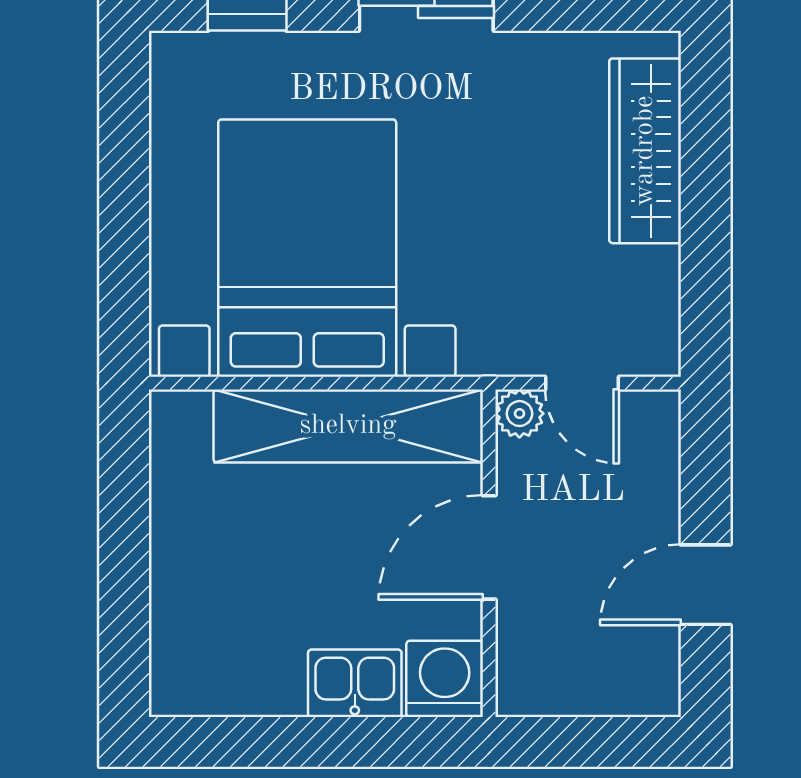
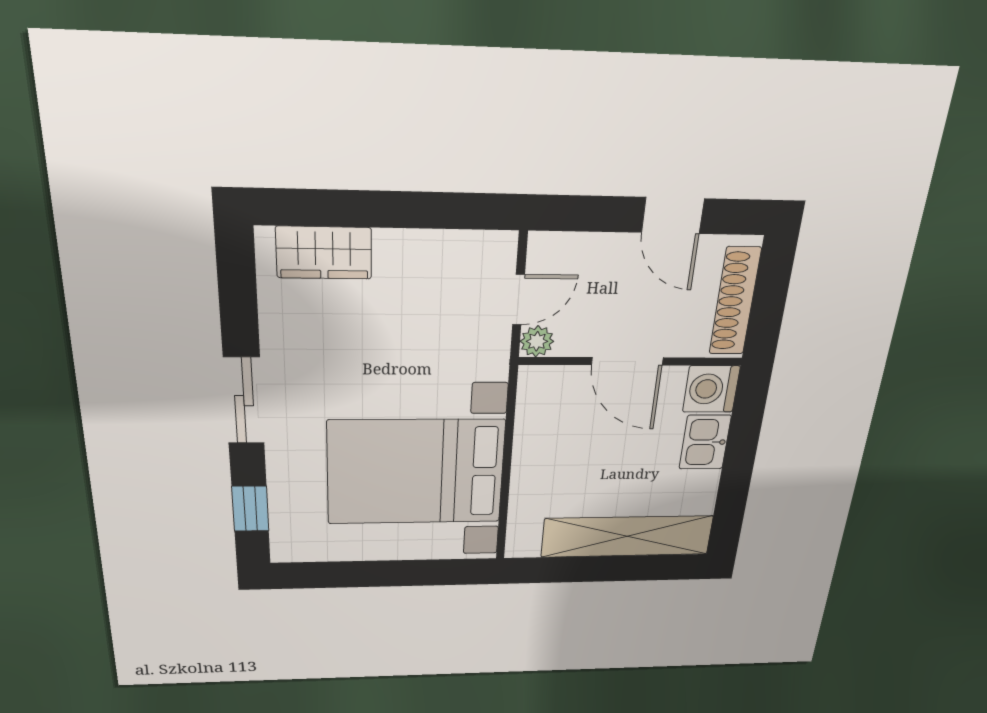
wardrobe: (645, 151) -> (324, 253), width x0.67
shelving: (348, 426) -> (627, 536), moved, turned 90
shoe rack: (583, 692) -> (735, 301), added

